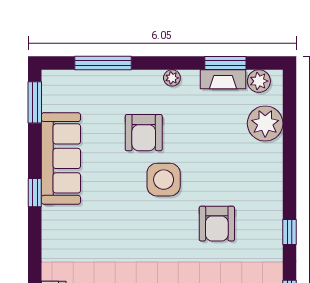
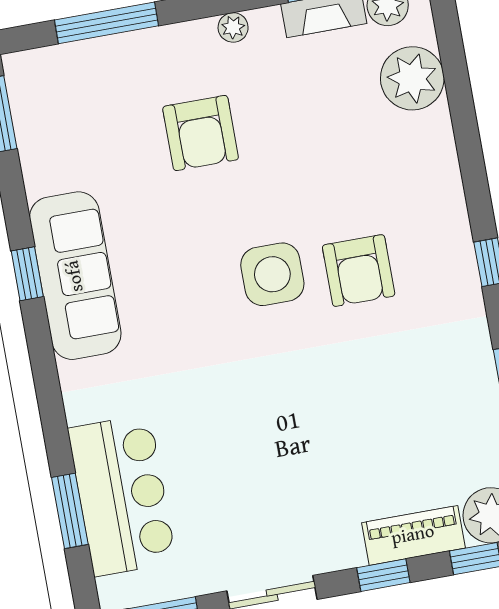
sofa: (61, 158) -> (75, 276), moved
side table: (164, 180) -> (272, 274), moved

